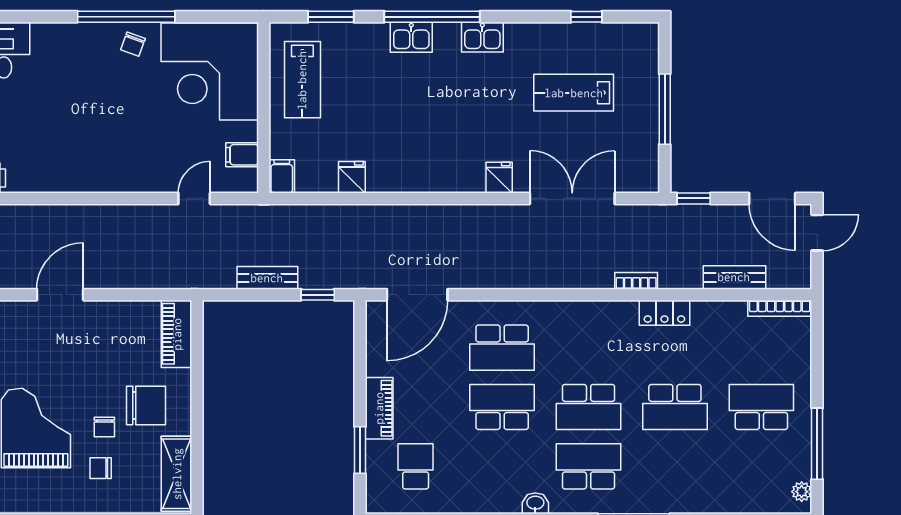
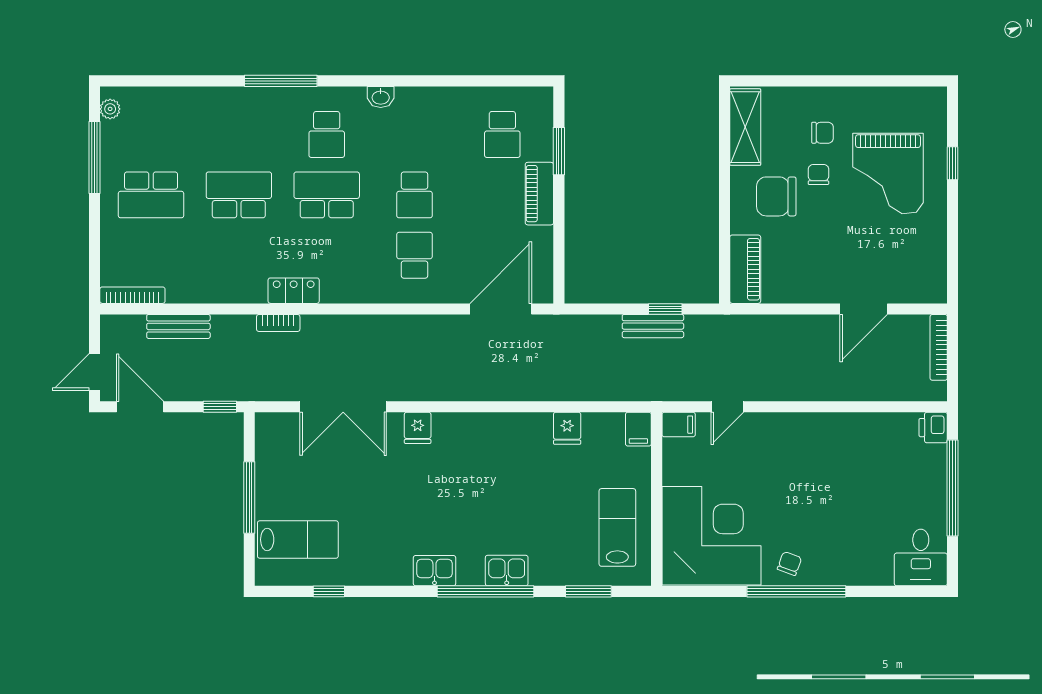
lab bench: (574, 93) -> (298, 540), moved
filing cabinet: (242, 155) -> (679, 425), moved
window: (318, 295) -> (665, 309), moved
locker: (664, 313) -> (294, 291), moved
school desk: (502, 348) -> (414, 255), width x0.54
school desk: (502, 407) -> (414, 195), width x0.54
school desk: (589, 466) -> (327, 135), width x0.54

